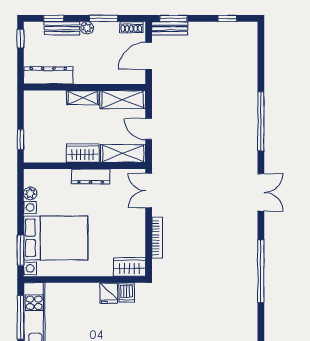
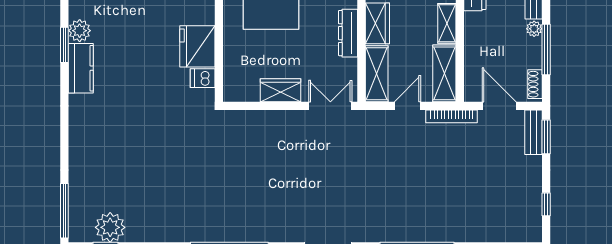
window: (104, 18) -> (546, 49), width x1.44
bookcase: (157, 237) -> (452, 116), moved
wardrobe: (129, 267) -> (281, 90), moved, turned -90
fridge: (109, 293) -> (197, 46), width x1.88, depth x1.34

